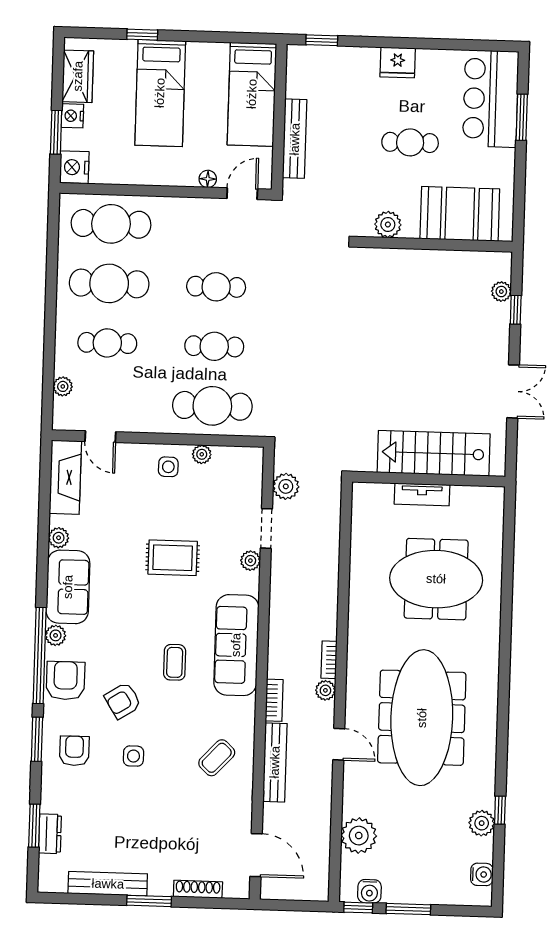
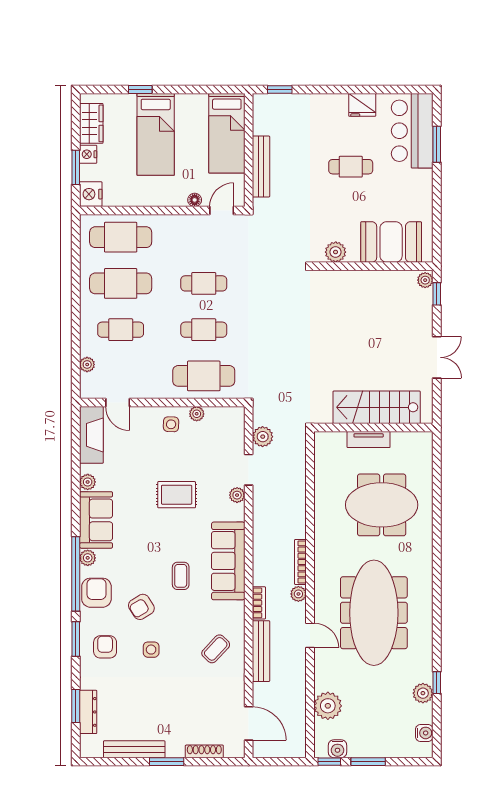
fridge: (398, 62) -> (362, 105), moved
booth: (460, 214) -> (391, 242), moved
plant: (388, 224) -> (336, 252), moved
wall: (436, 244) -> (373, 266), moved
bookcase: (329, 660) -> (300, 562), width x1.56
dresser: (50, 834) -> (88, 712), width x1.44

